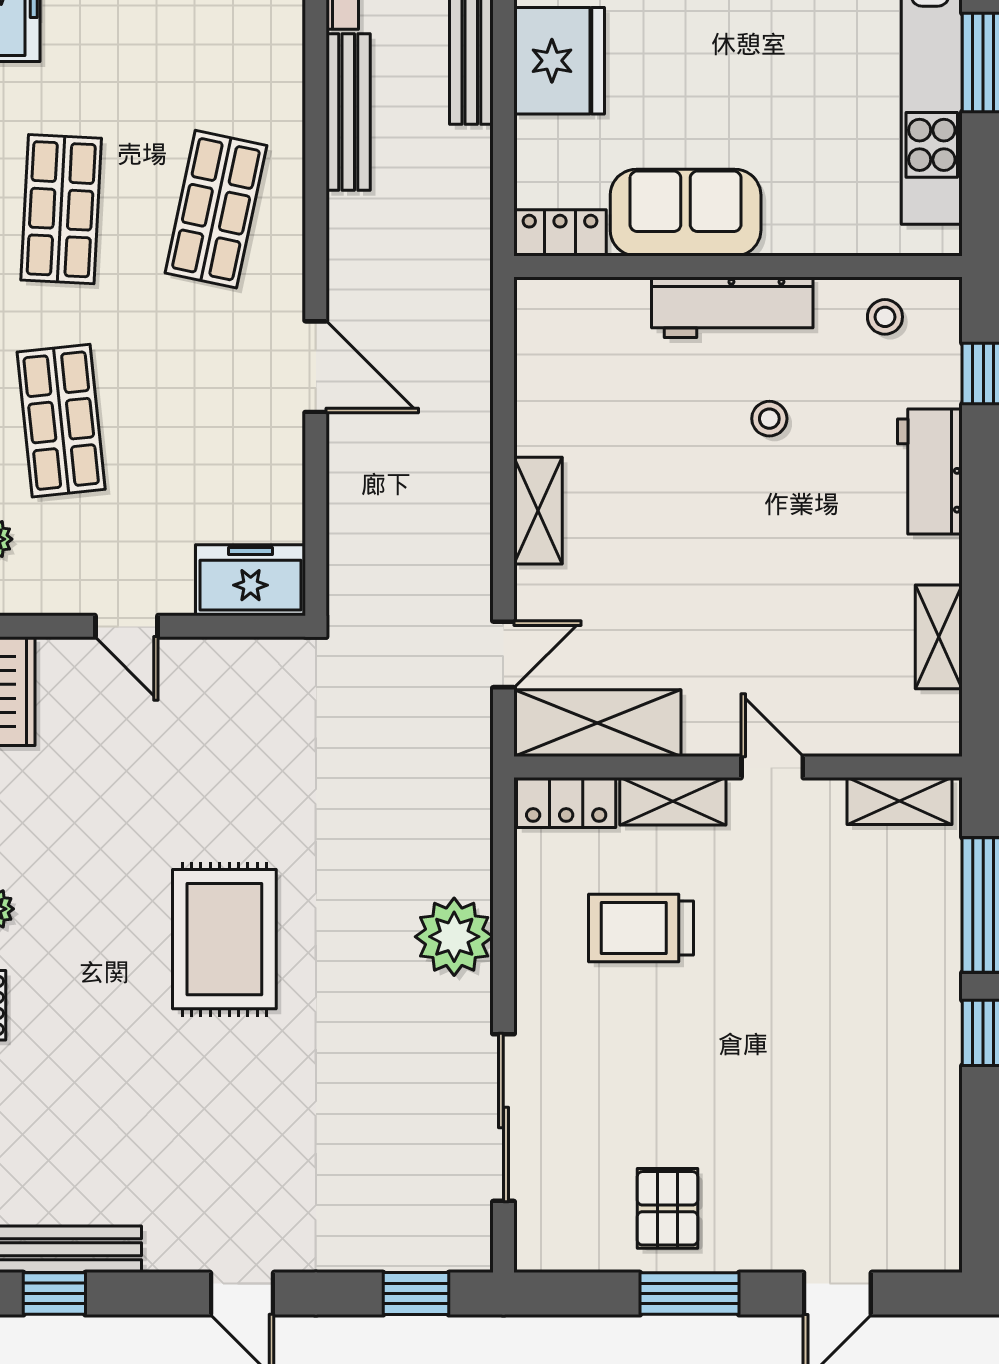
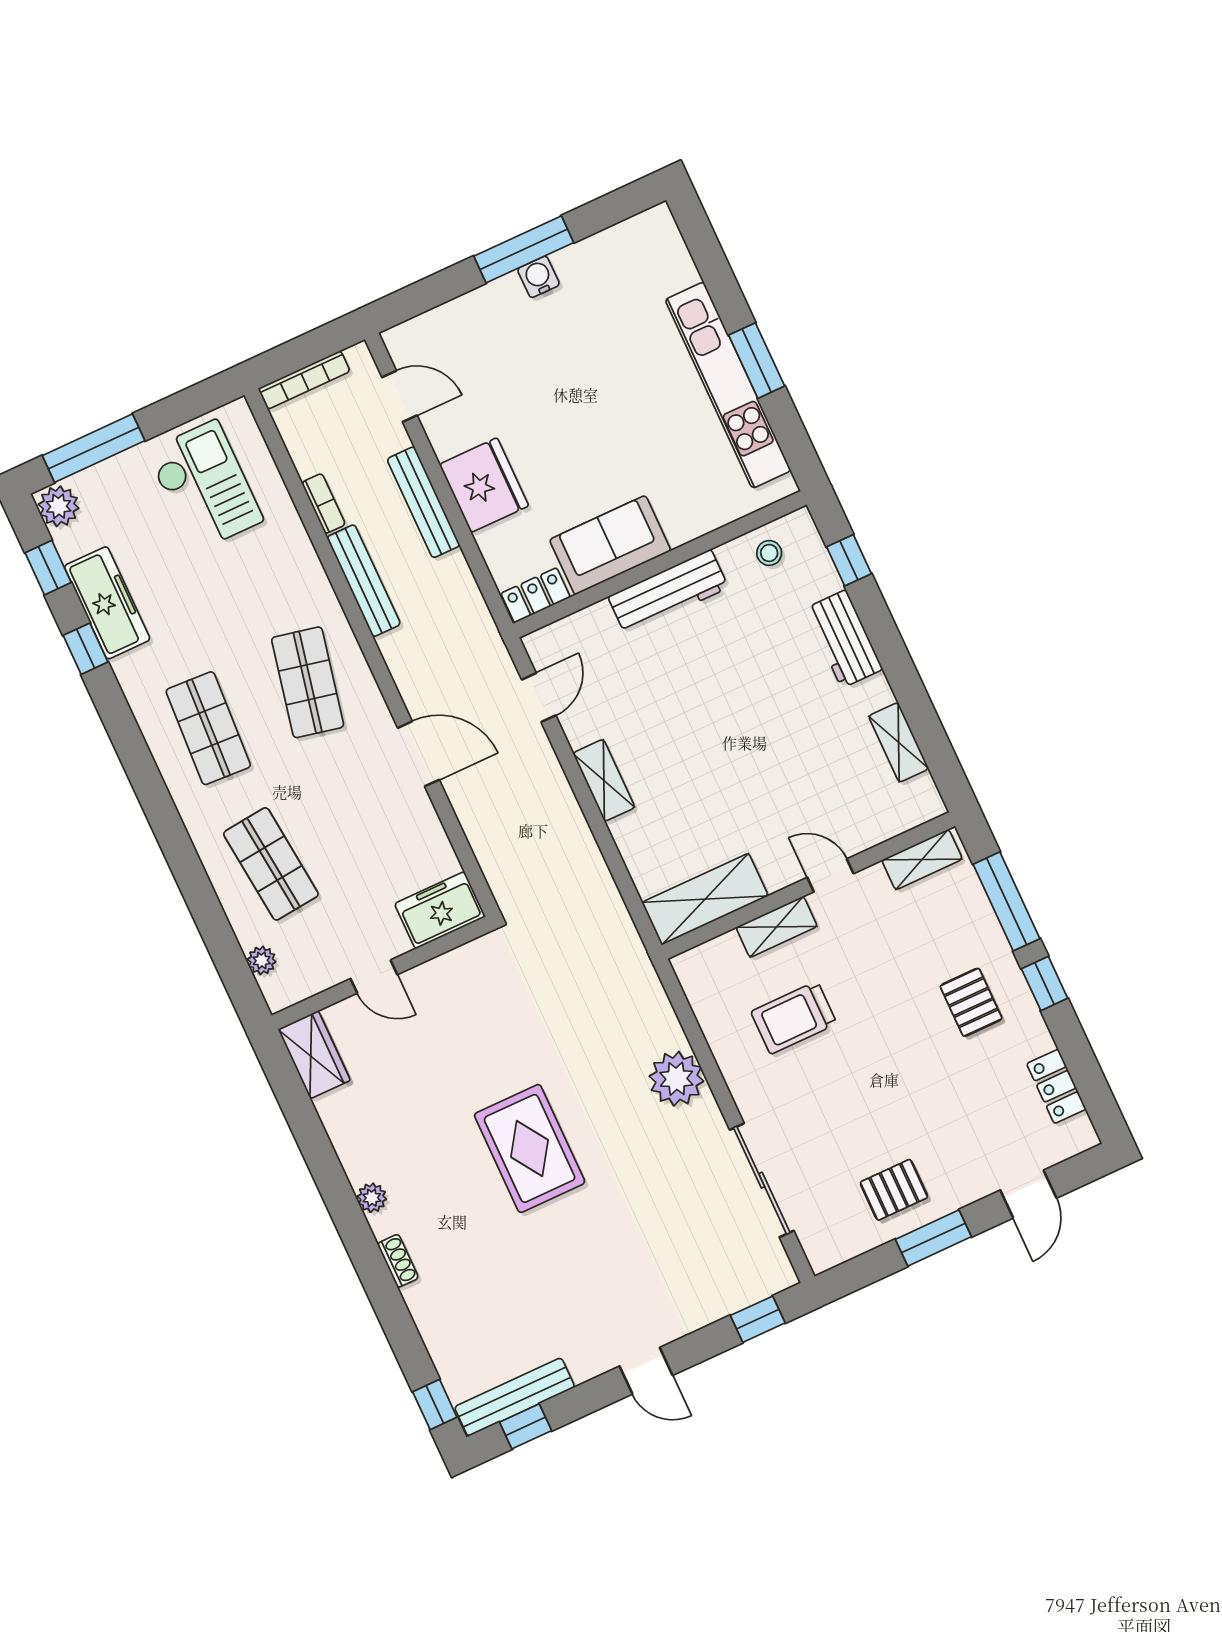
stool: (769, 419) -> (725, 653), removed
door: (503, 654) -> (539, 698), moved
locker: (566, 802) -> (1056, 1086), moved, turned 90
pallet: (878, 1013) -> (971, 1002), added
pallet: (668, 1208) -> (894, 1190), turned 90

